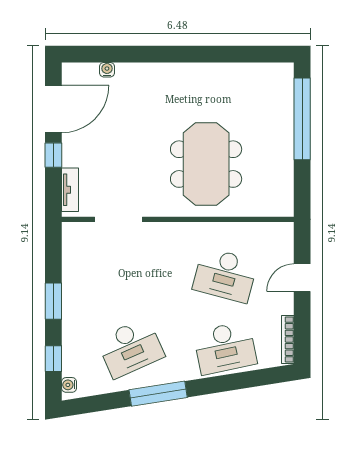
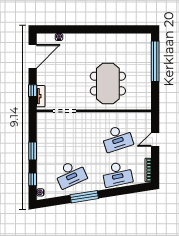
window: (53, 155) -> (33, 91), moved
desk: (225, 275) -> (117, 138), turned -33

